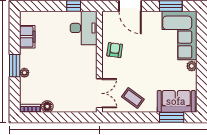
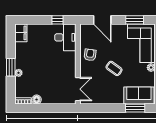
filing cabinet: (27, 37) -> (21, 33), moved
coffee table: (133, 98) -> (114, 68), moved

